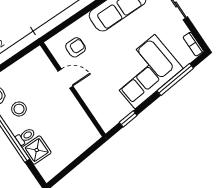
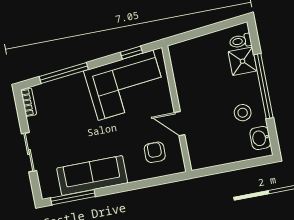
armchair: (76, 47) -> (155, 152), turned 90
corner sofa: (145, 72) -> (126, 85), moved
toilet: (26, 136) -> (240, 41), moved

